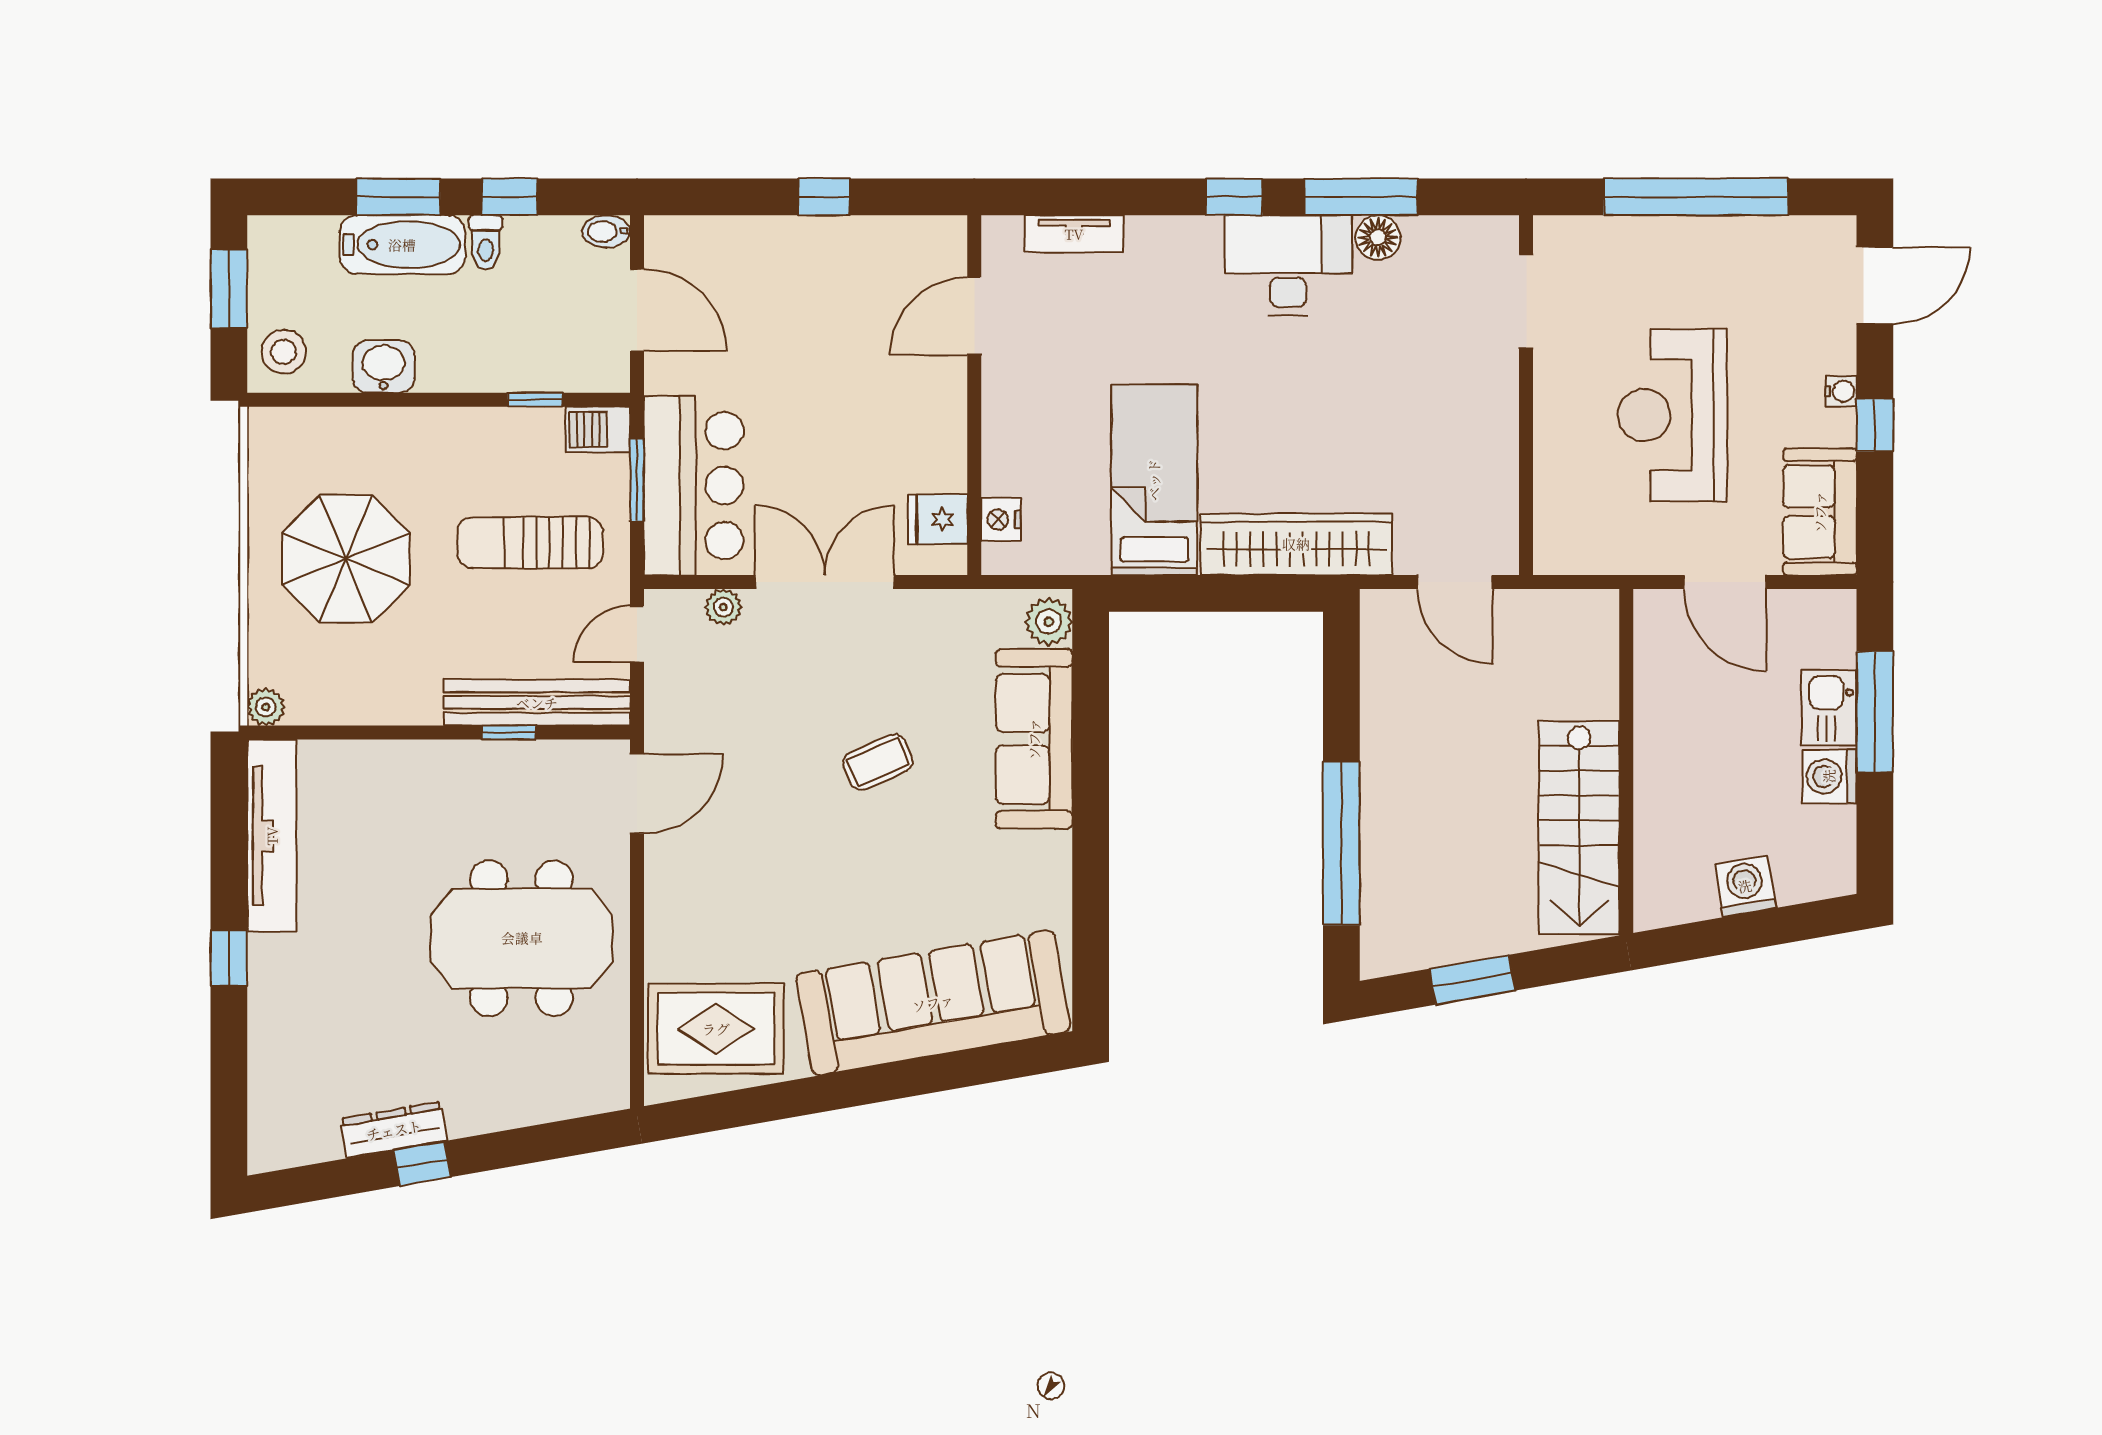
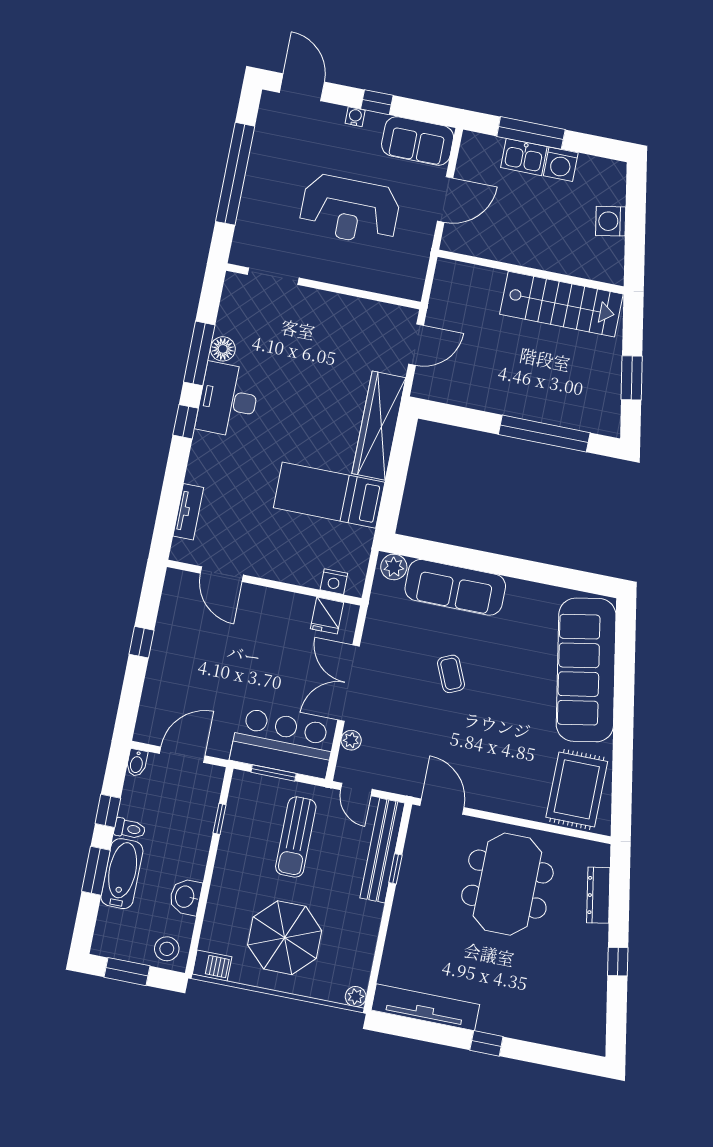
barbecue: (598, 429) -> (212, 966), moved, turned -90
dresser: (394, 1130) -> (598, 895), moved

